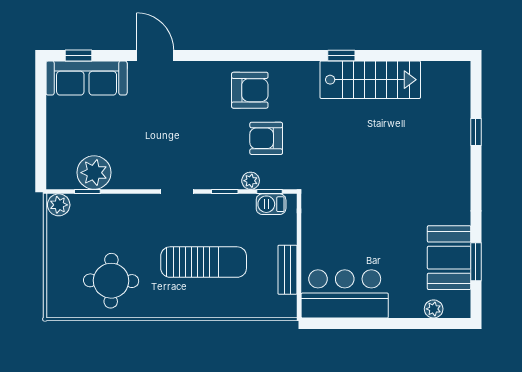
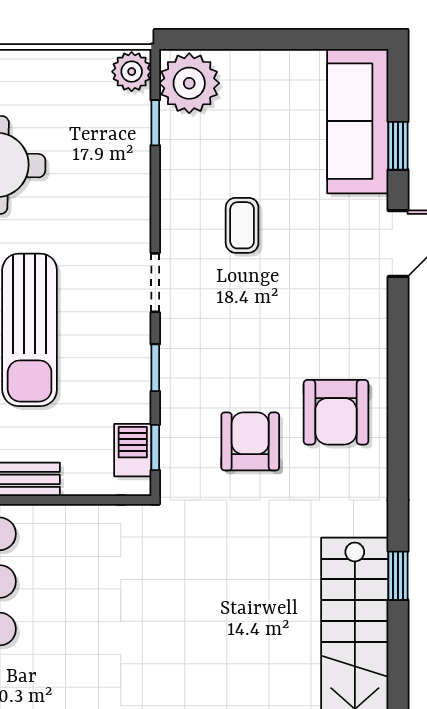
window: (78, 55) -> (398, 146), moved
coffee table: (145, 143) -> (242, 225), added
plant: (94, 173) -> (189, 83), moved
plant: (251, 181) -> (175, 414), removed

